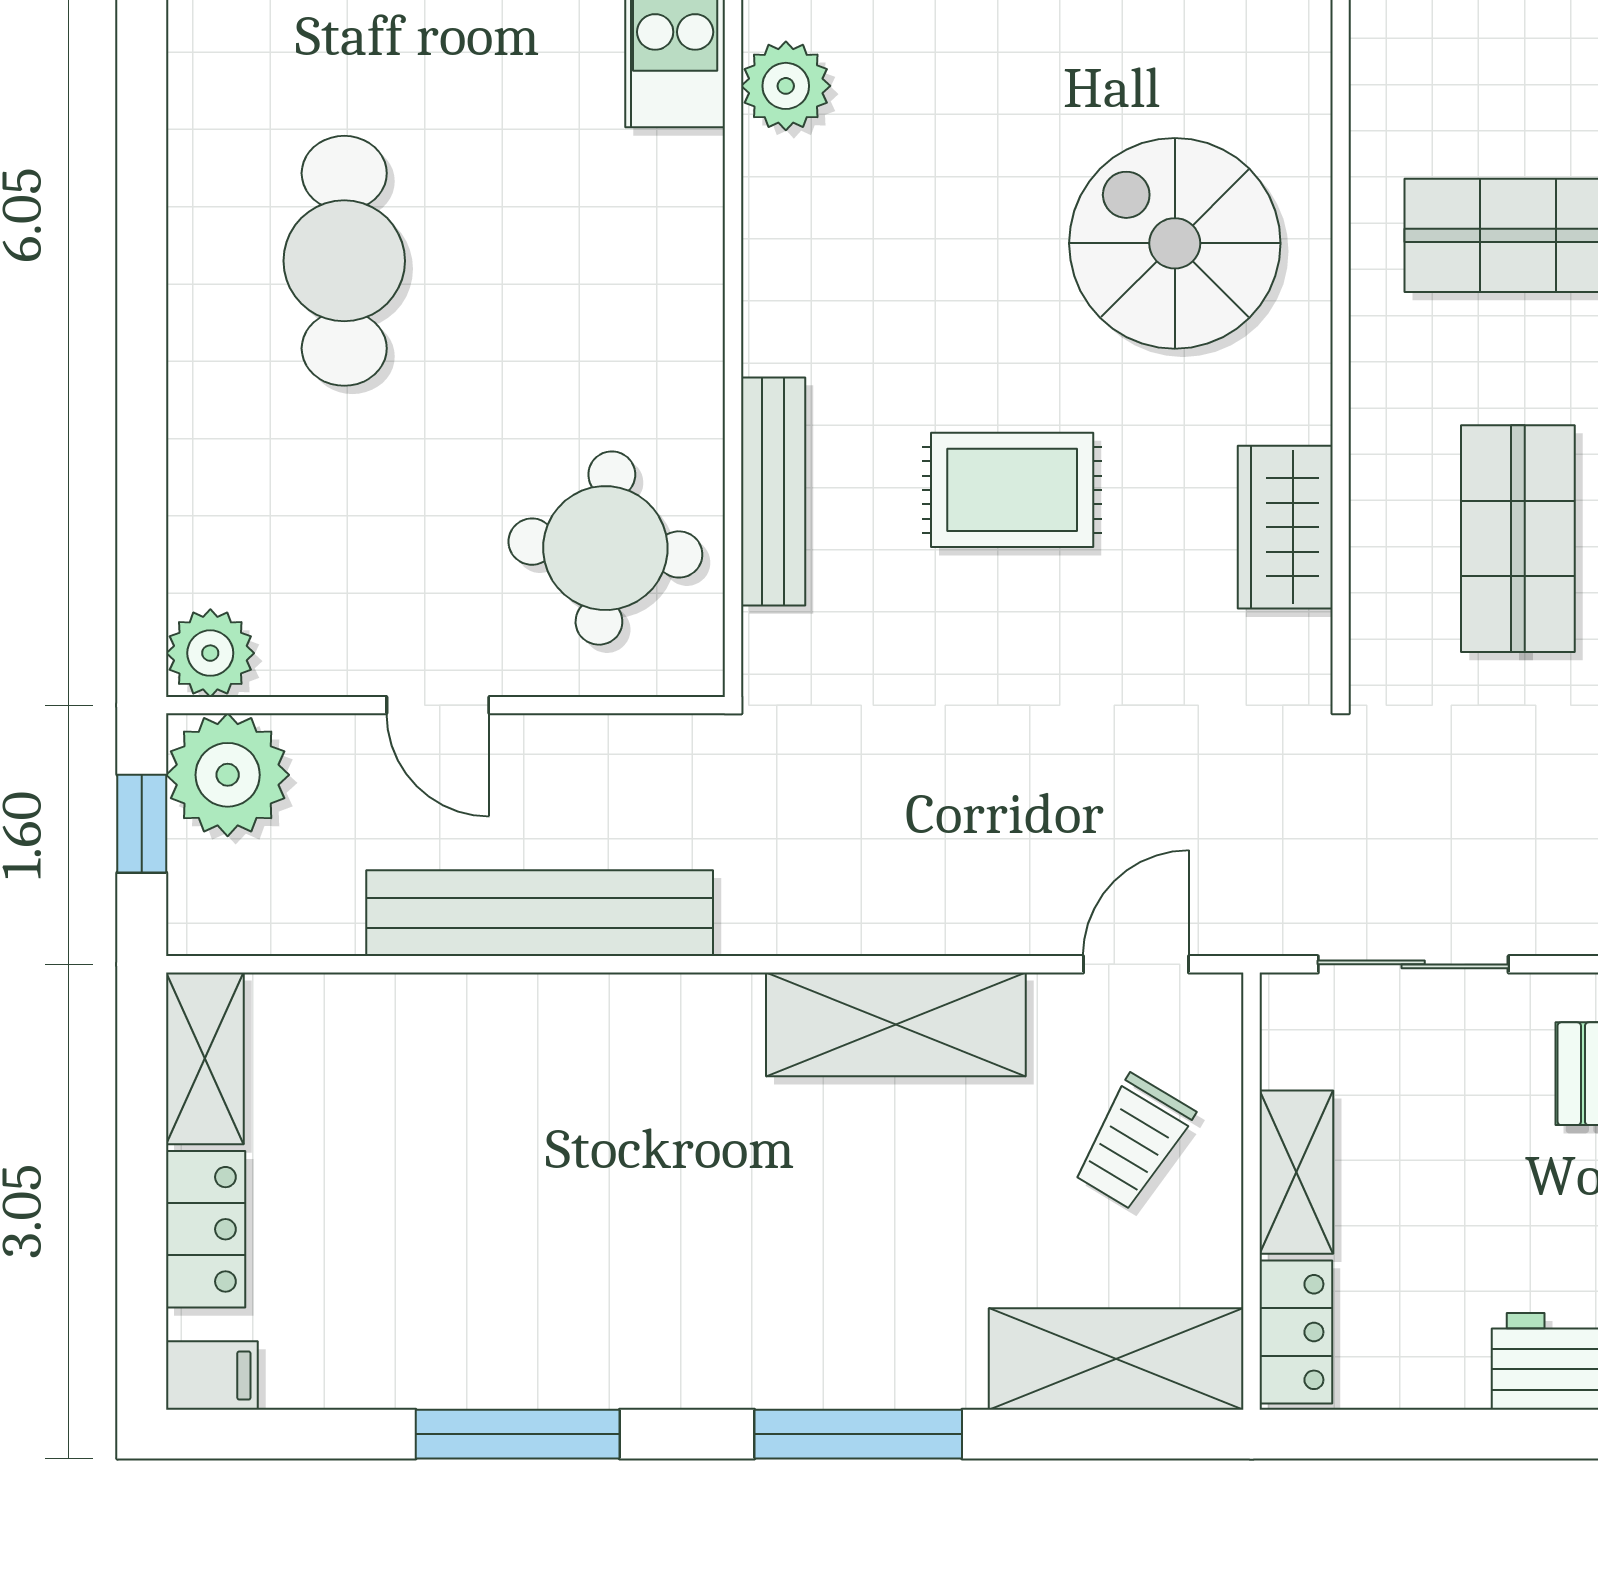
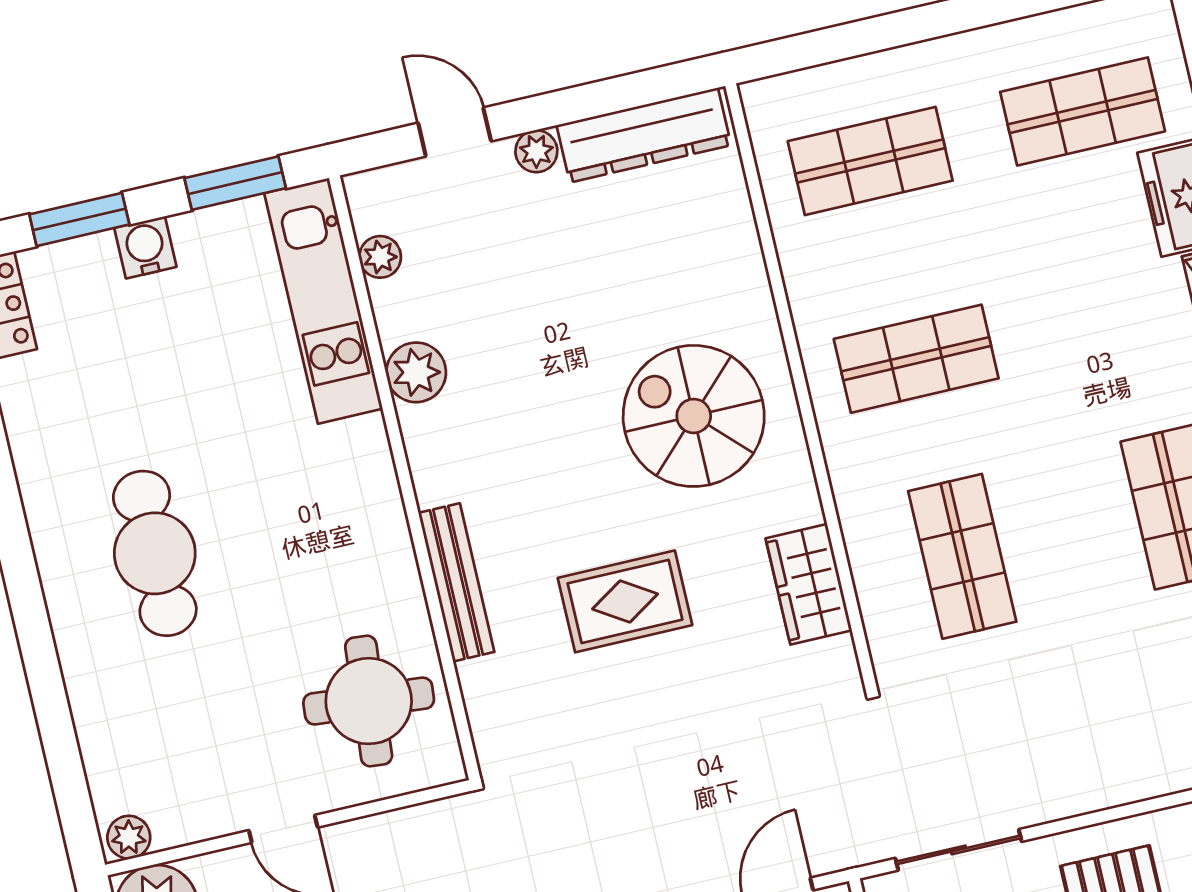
bench: (773, 491) -> (456, 582), moved
plant: (210, 653) -> (129, 837), width x0.73, depth x0.73

